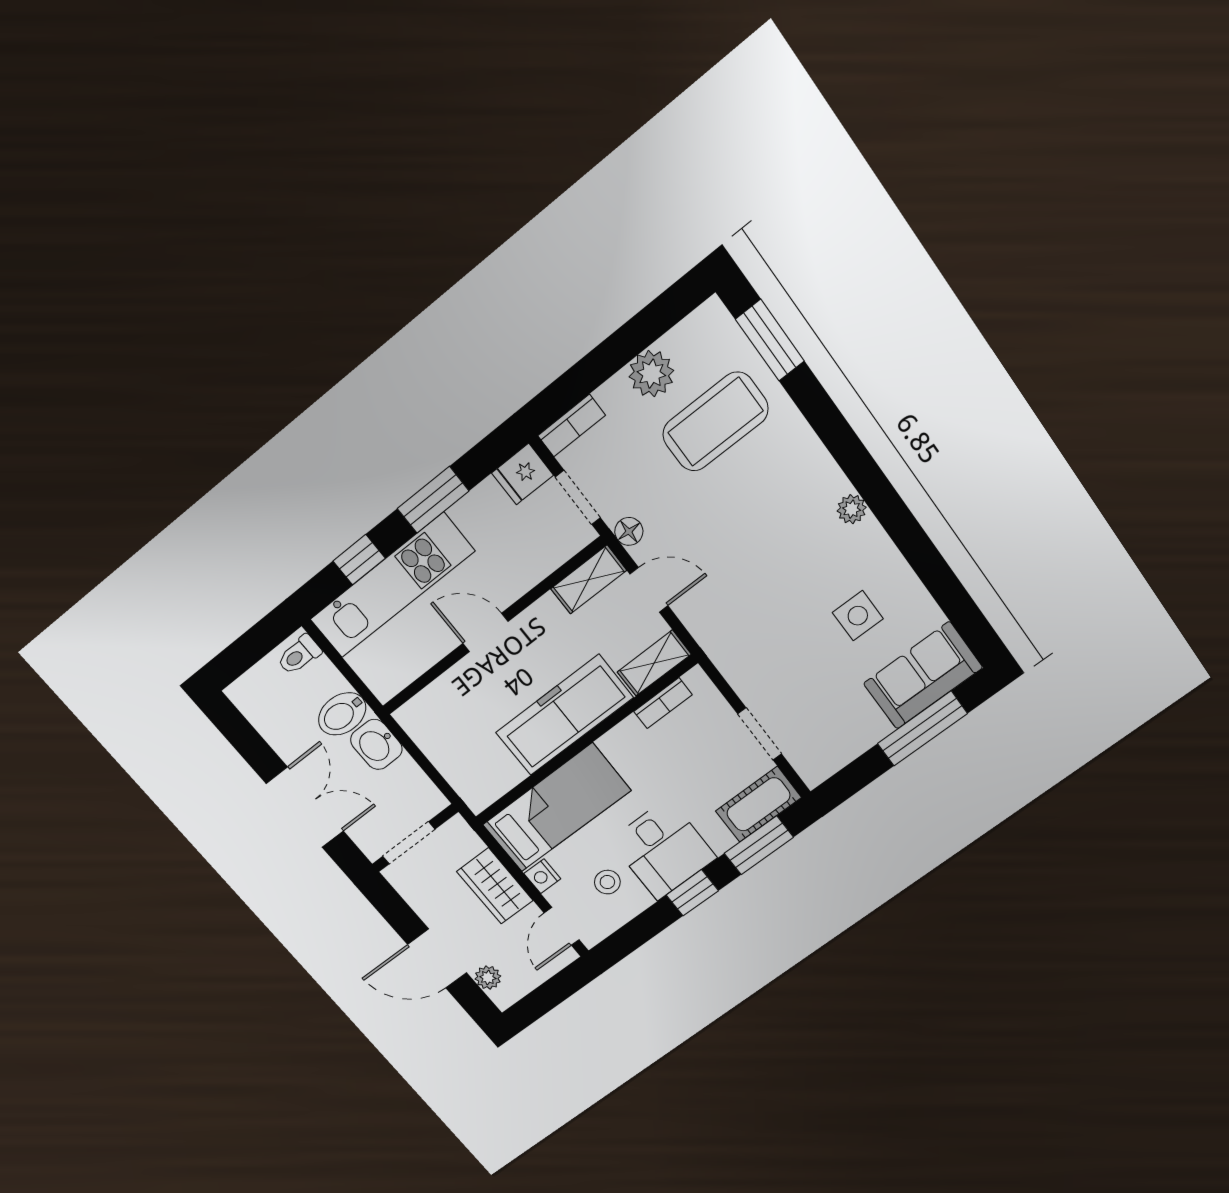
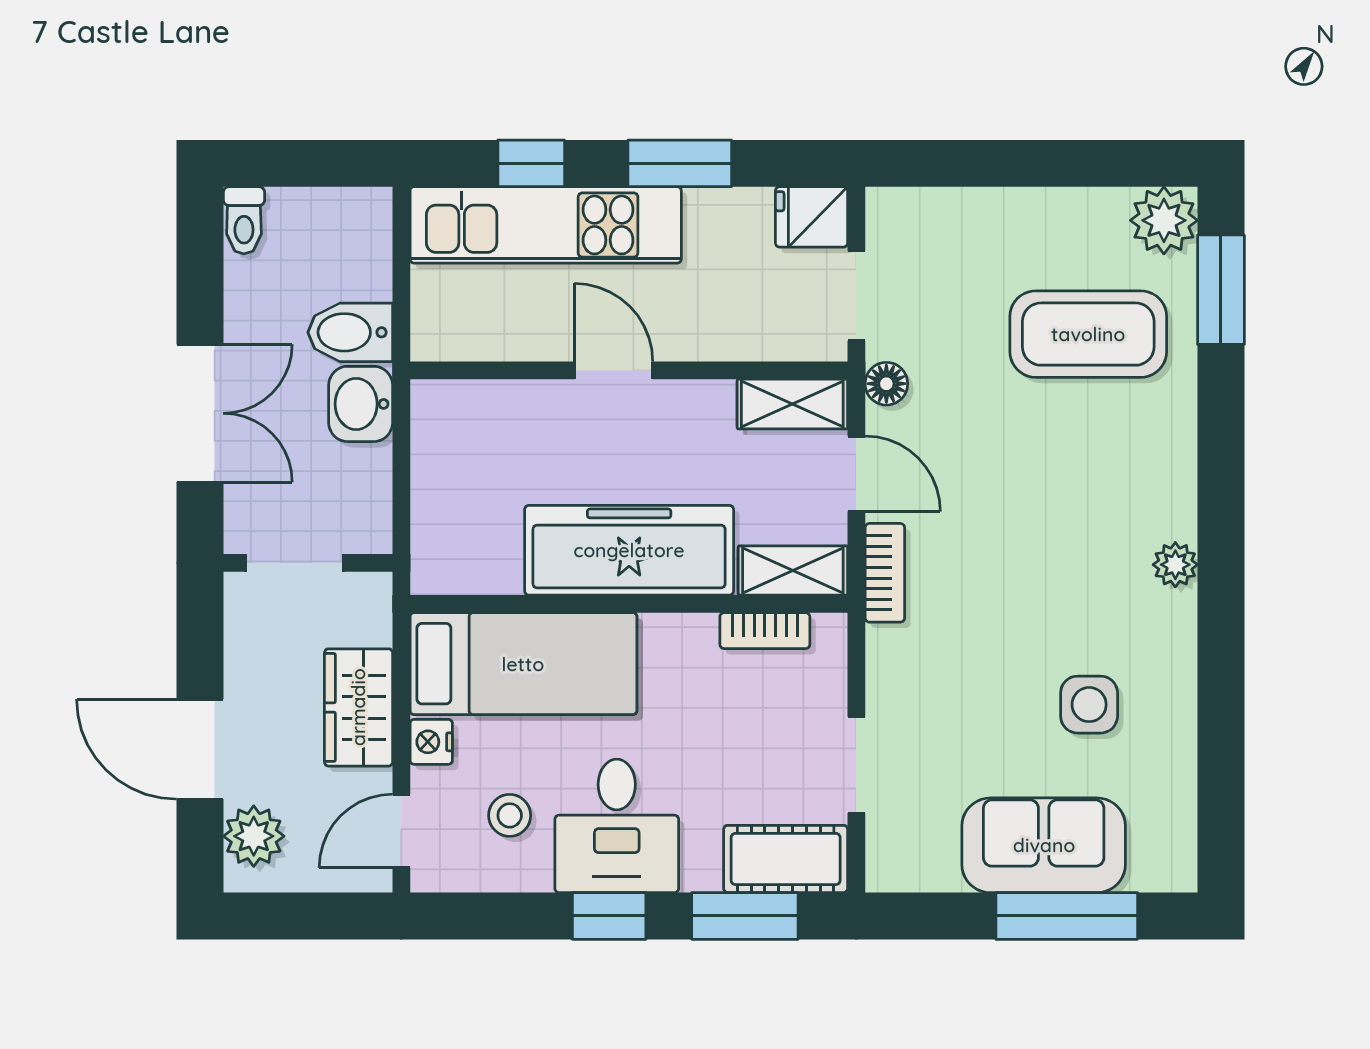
plant: (651, 374) -> (1164, 220), moved
bookcase: (572, 426) -> (885, 573), moved, turned -90
toilet: (299, 655) -> (244, 220), moved, turned -90
sofa: (923, 676) -> (1044, 845), moved
plant: (488, 978) -> (254, 836), width x1.38, depth x1.38

